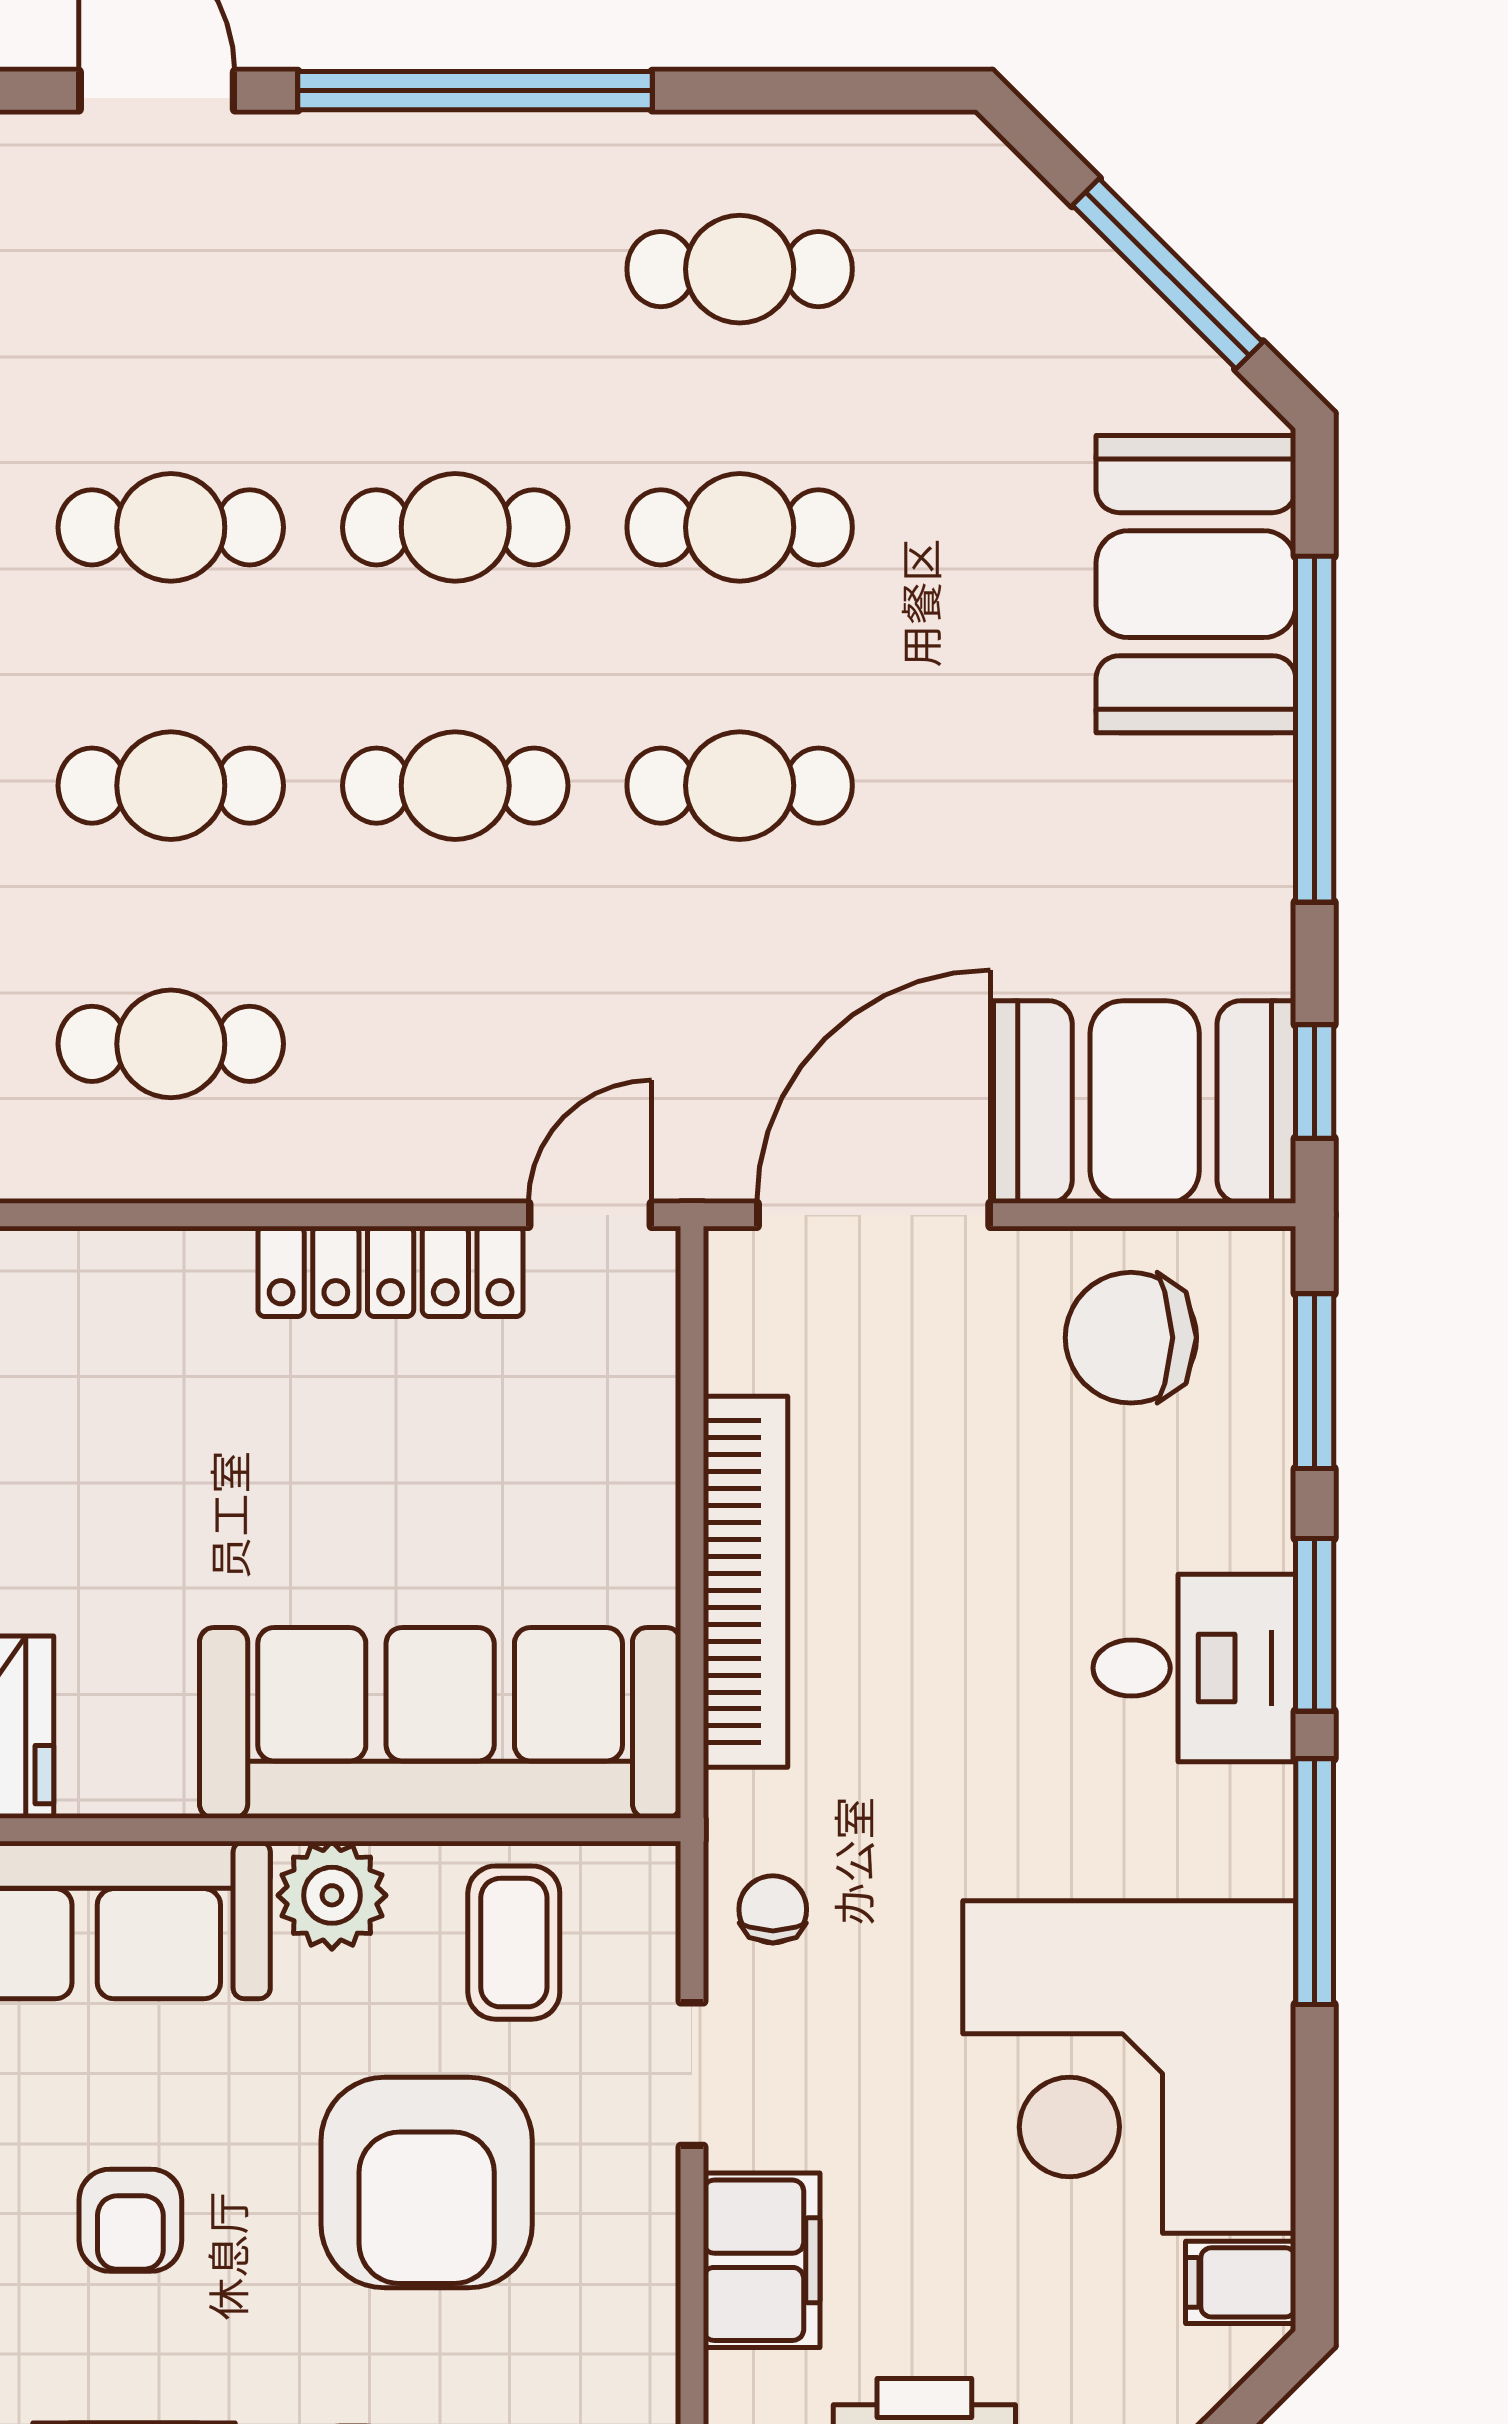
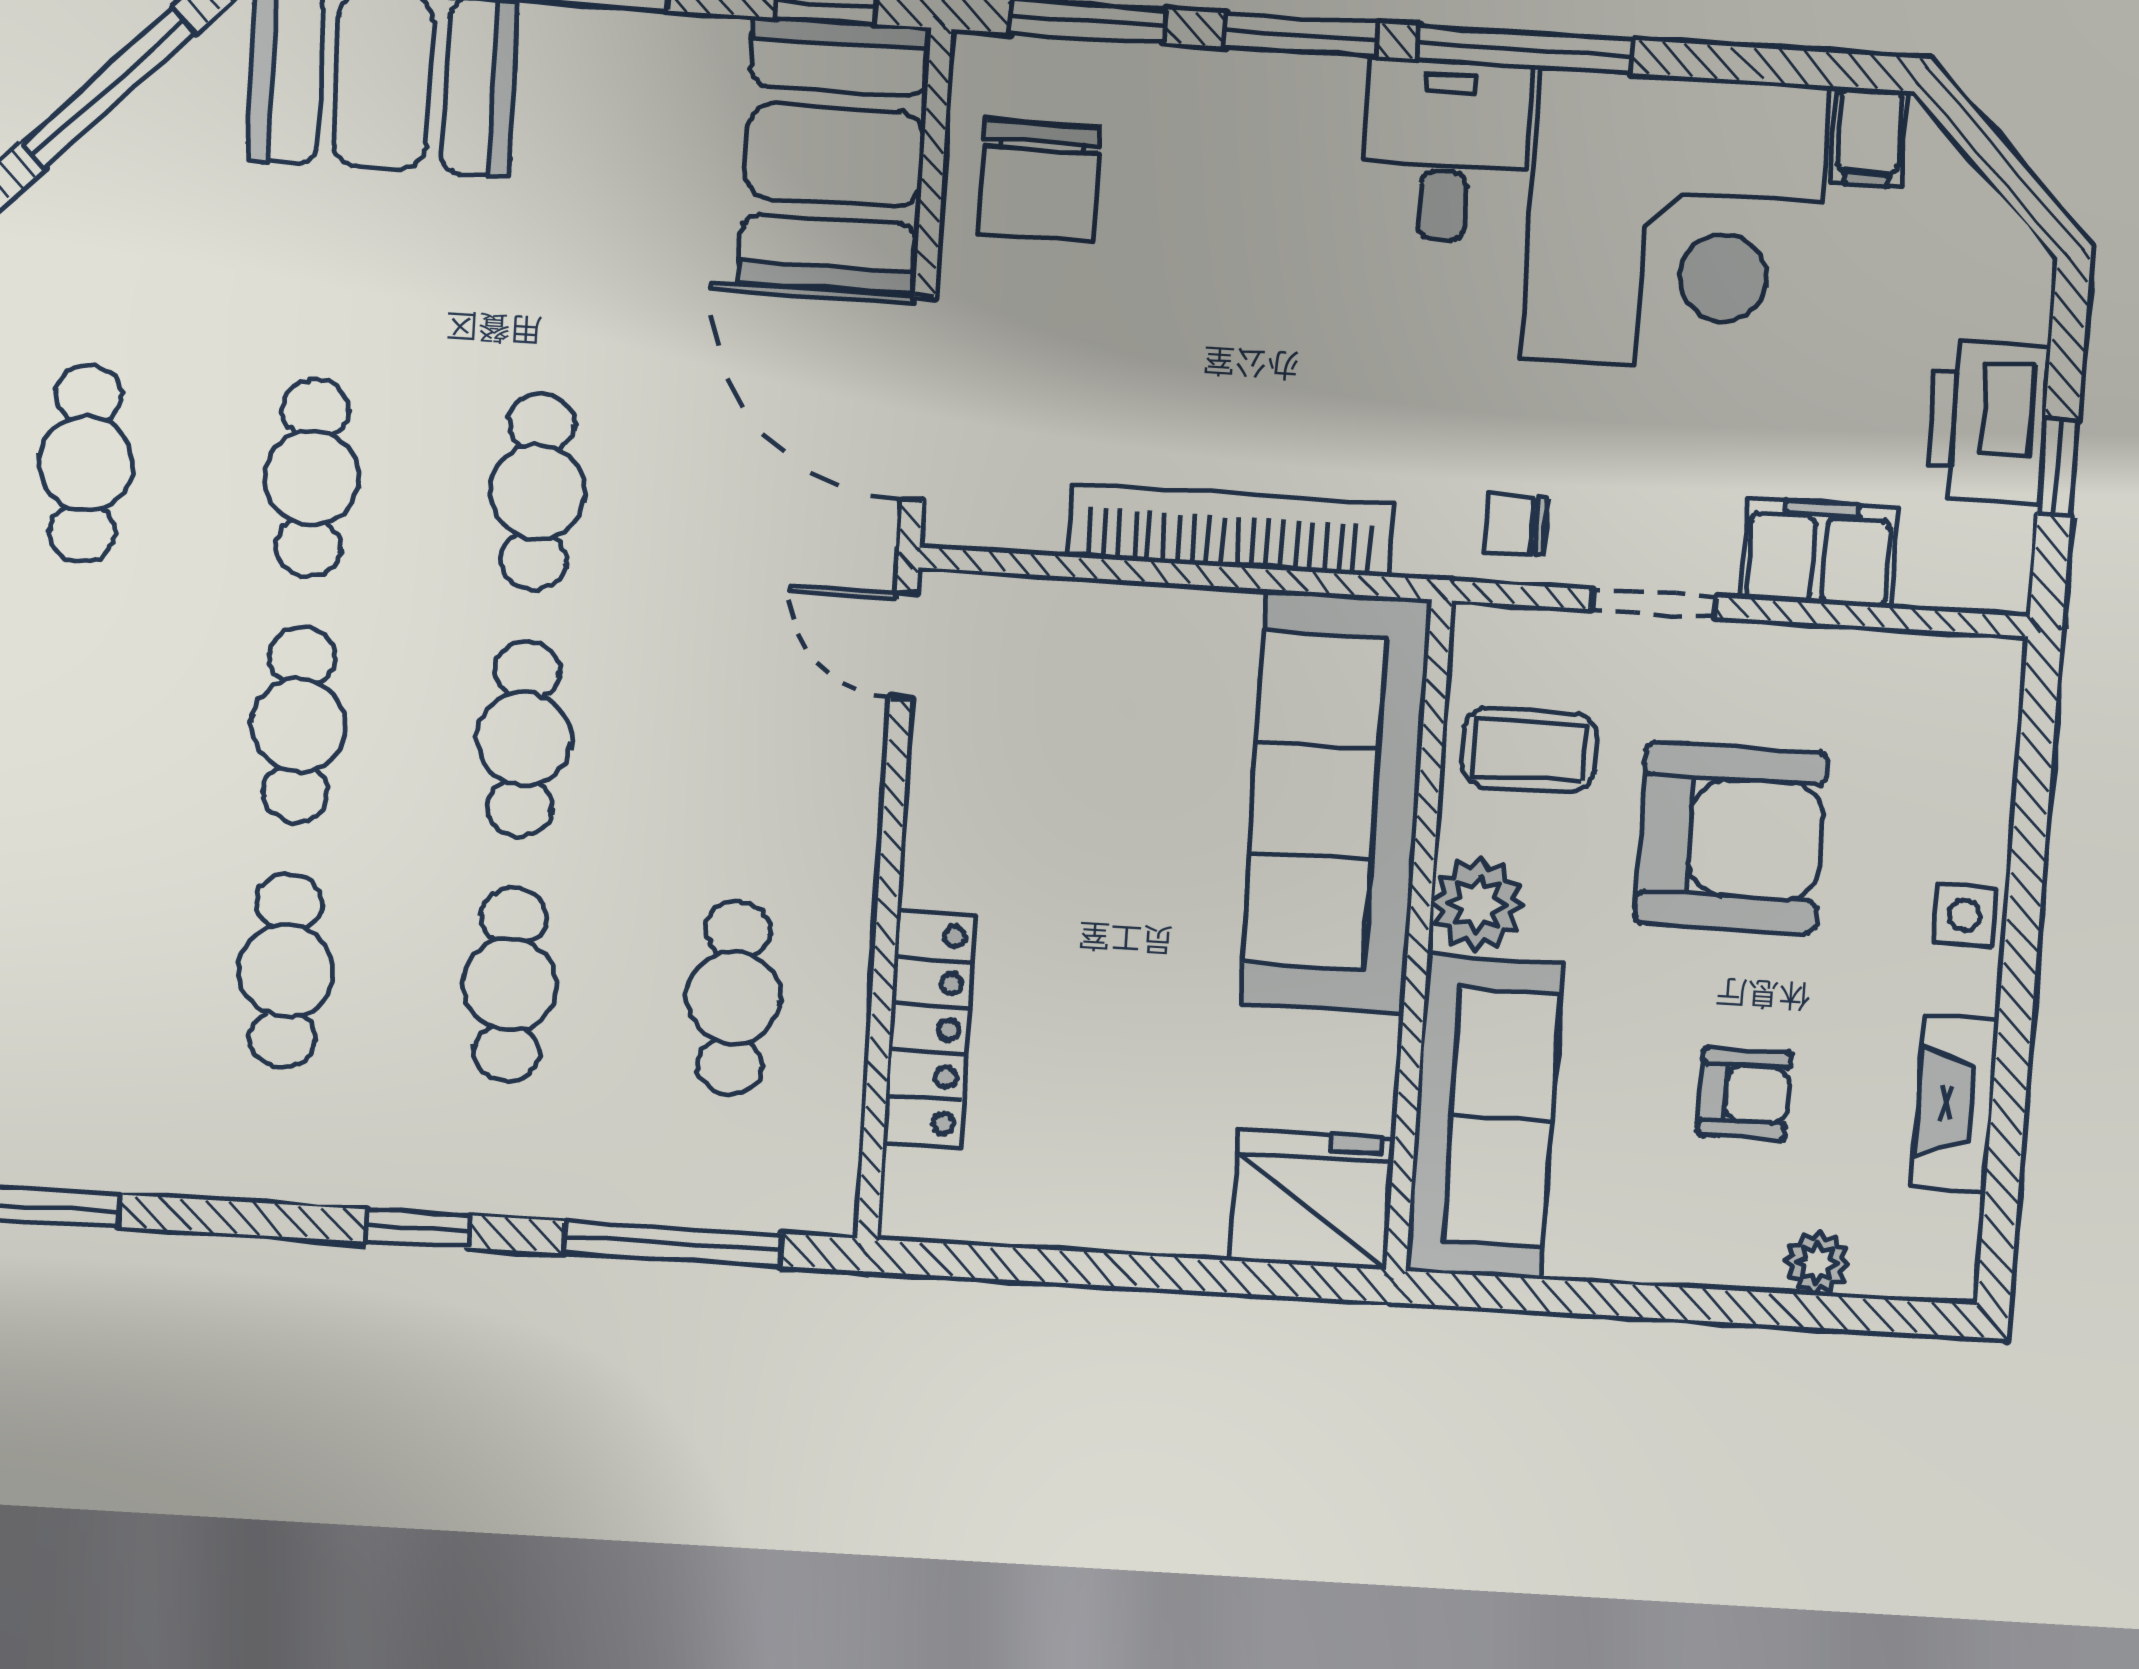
locker: (391, 1271) -> (929, 1029), moved
desk: (1194, 1668) -> (1446, 150), moved

